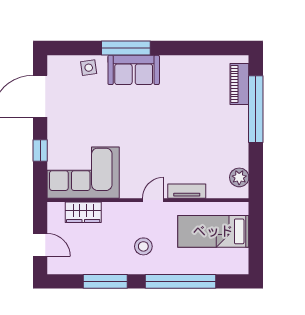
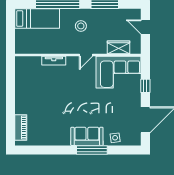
window: (256, 109) -> (11, 112), removed
plant: (239, 177) -> (21, 69), removed
door: (153, 200) -> (86, 55), moved
bed: (213, 231) -> (37, 19), moved

